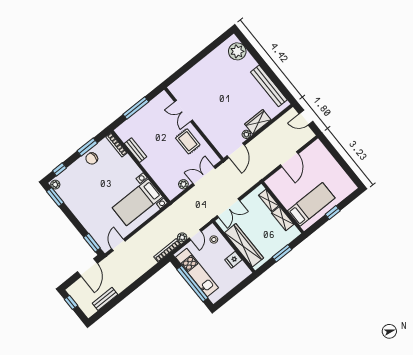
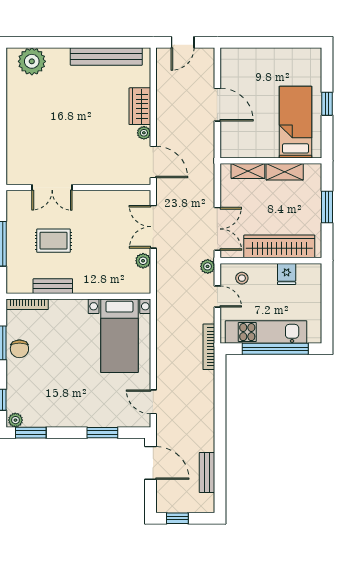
rug: (188, 141) -> (53, 241), moved
plant: (182, 237) -> (208, 266), moved
window: (92, 243) -> (102, 433), moved

